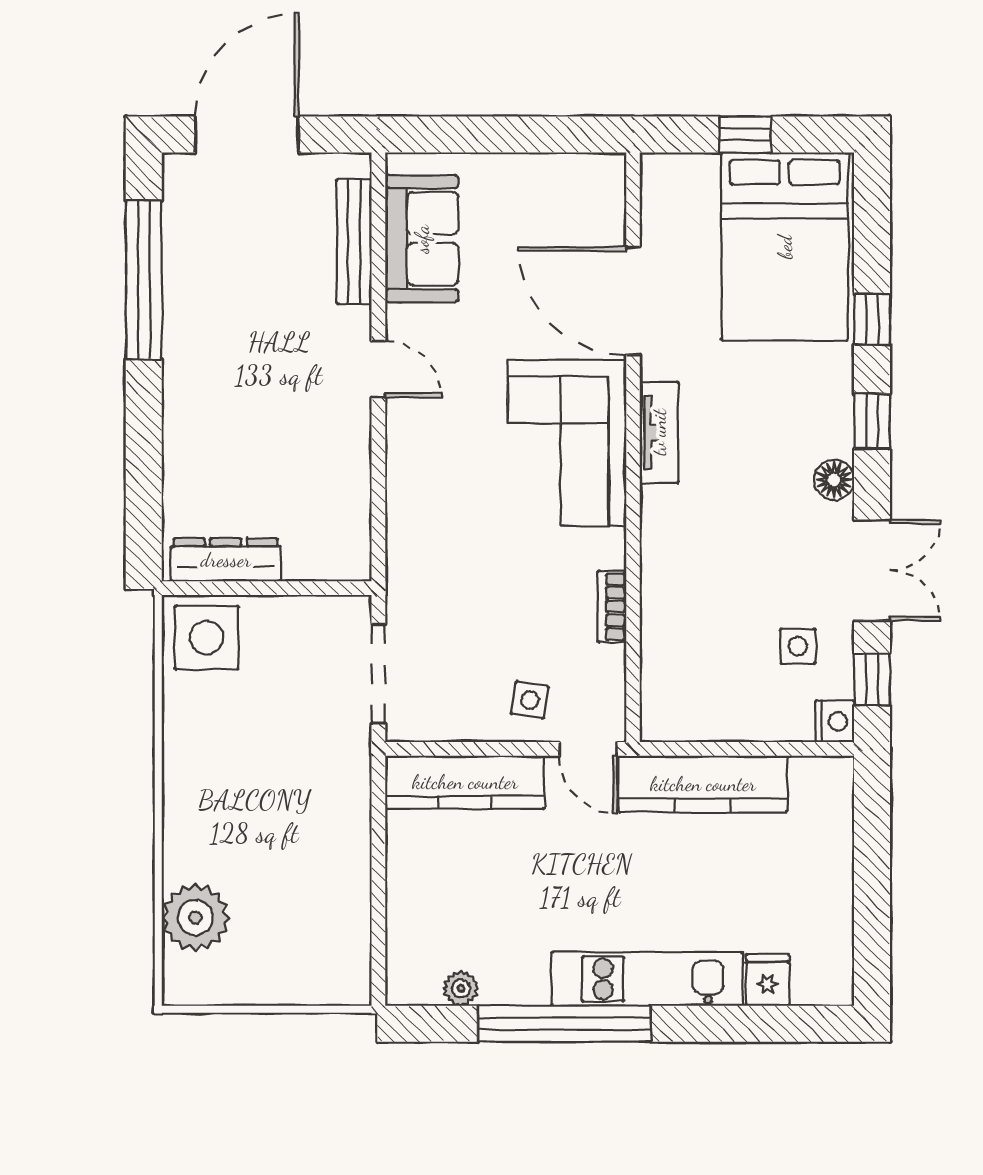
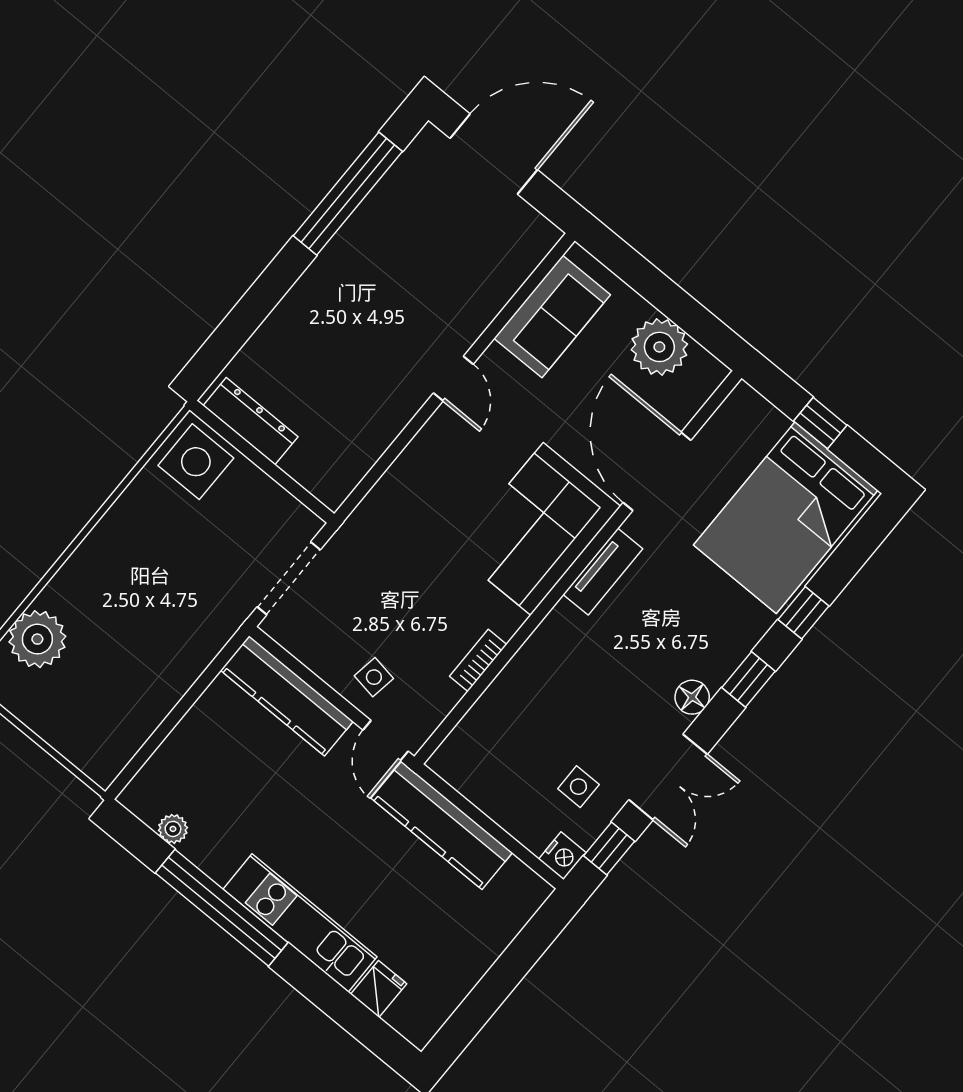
plant: (542, 186) -> (659, 347), added
bench: (354, 241) -> (506, 282), removed

